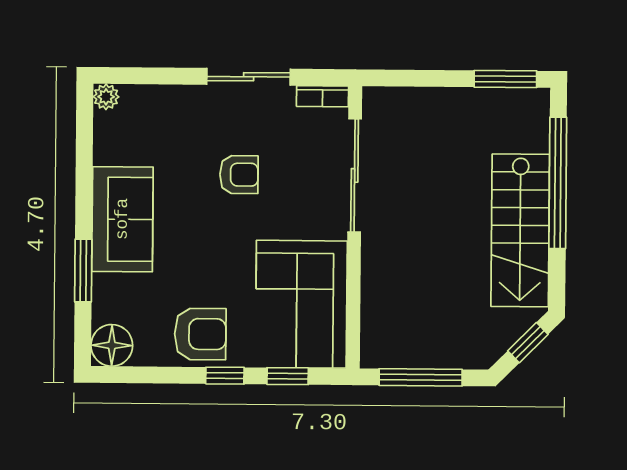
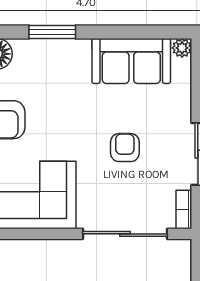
armchair: (239, 175) -> (125, 148), turned 180
sofa: (122, 219) -> (131, 61), moved

